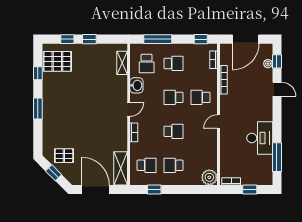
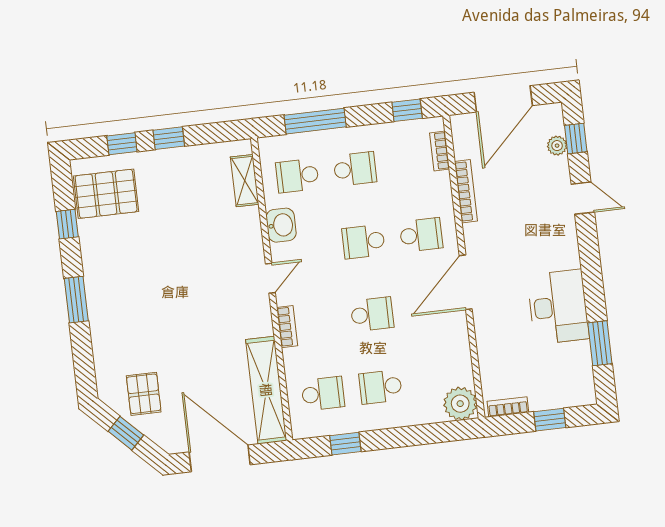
school desk: (147, 63) -> (297, 176), turned 90
school desk: (200, 97) -> (421, 235), turned 180
door: (218, 122) -> (466, 282), width x1.87
pallet: (64, 156) -> (144, 394), turned 90
window: (277, 157) -> (600, 343), width x0.69
shelving: (121, 168) -> (266, 390), width x1.47

